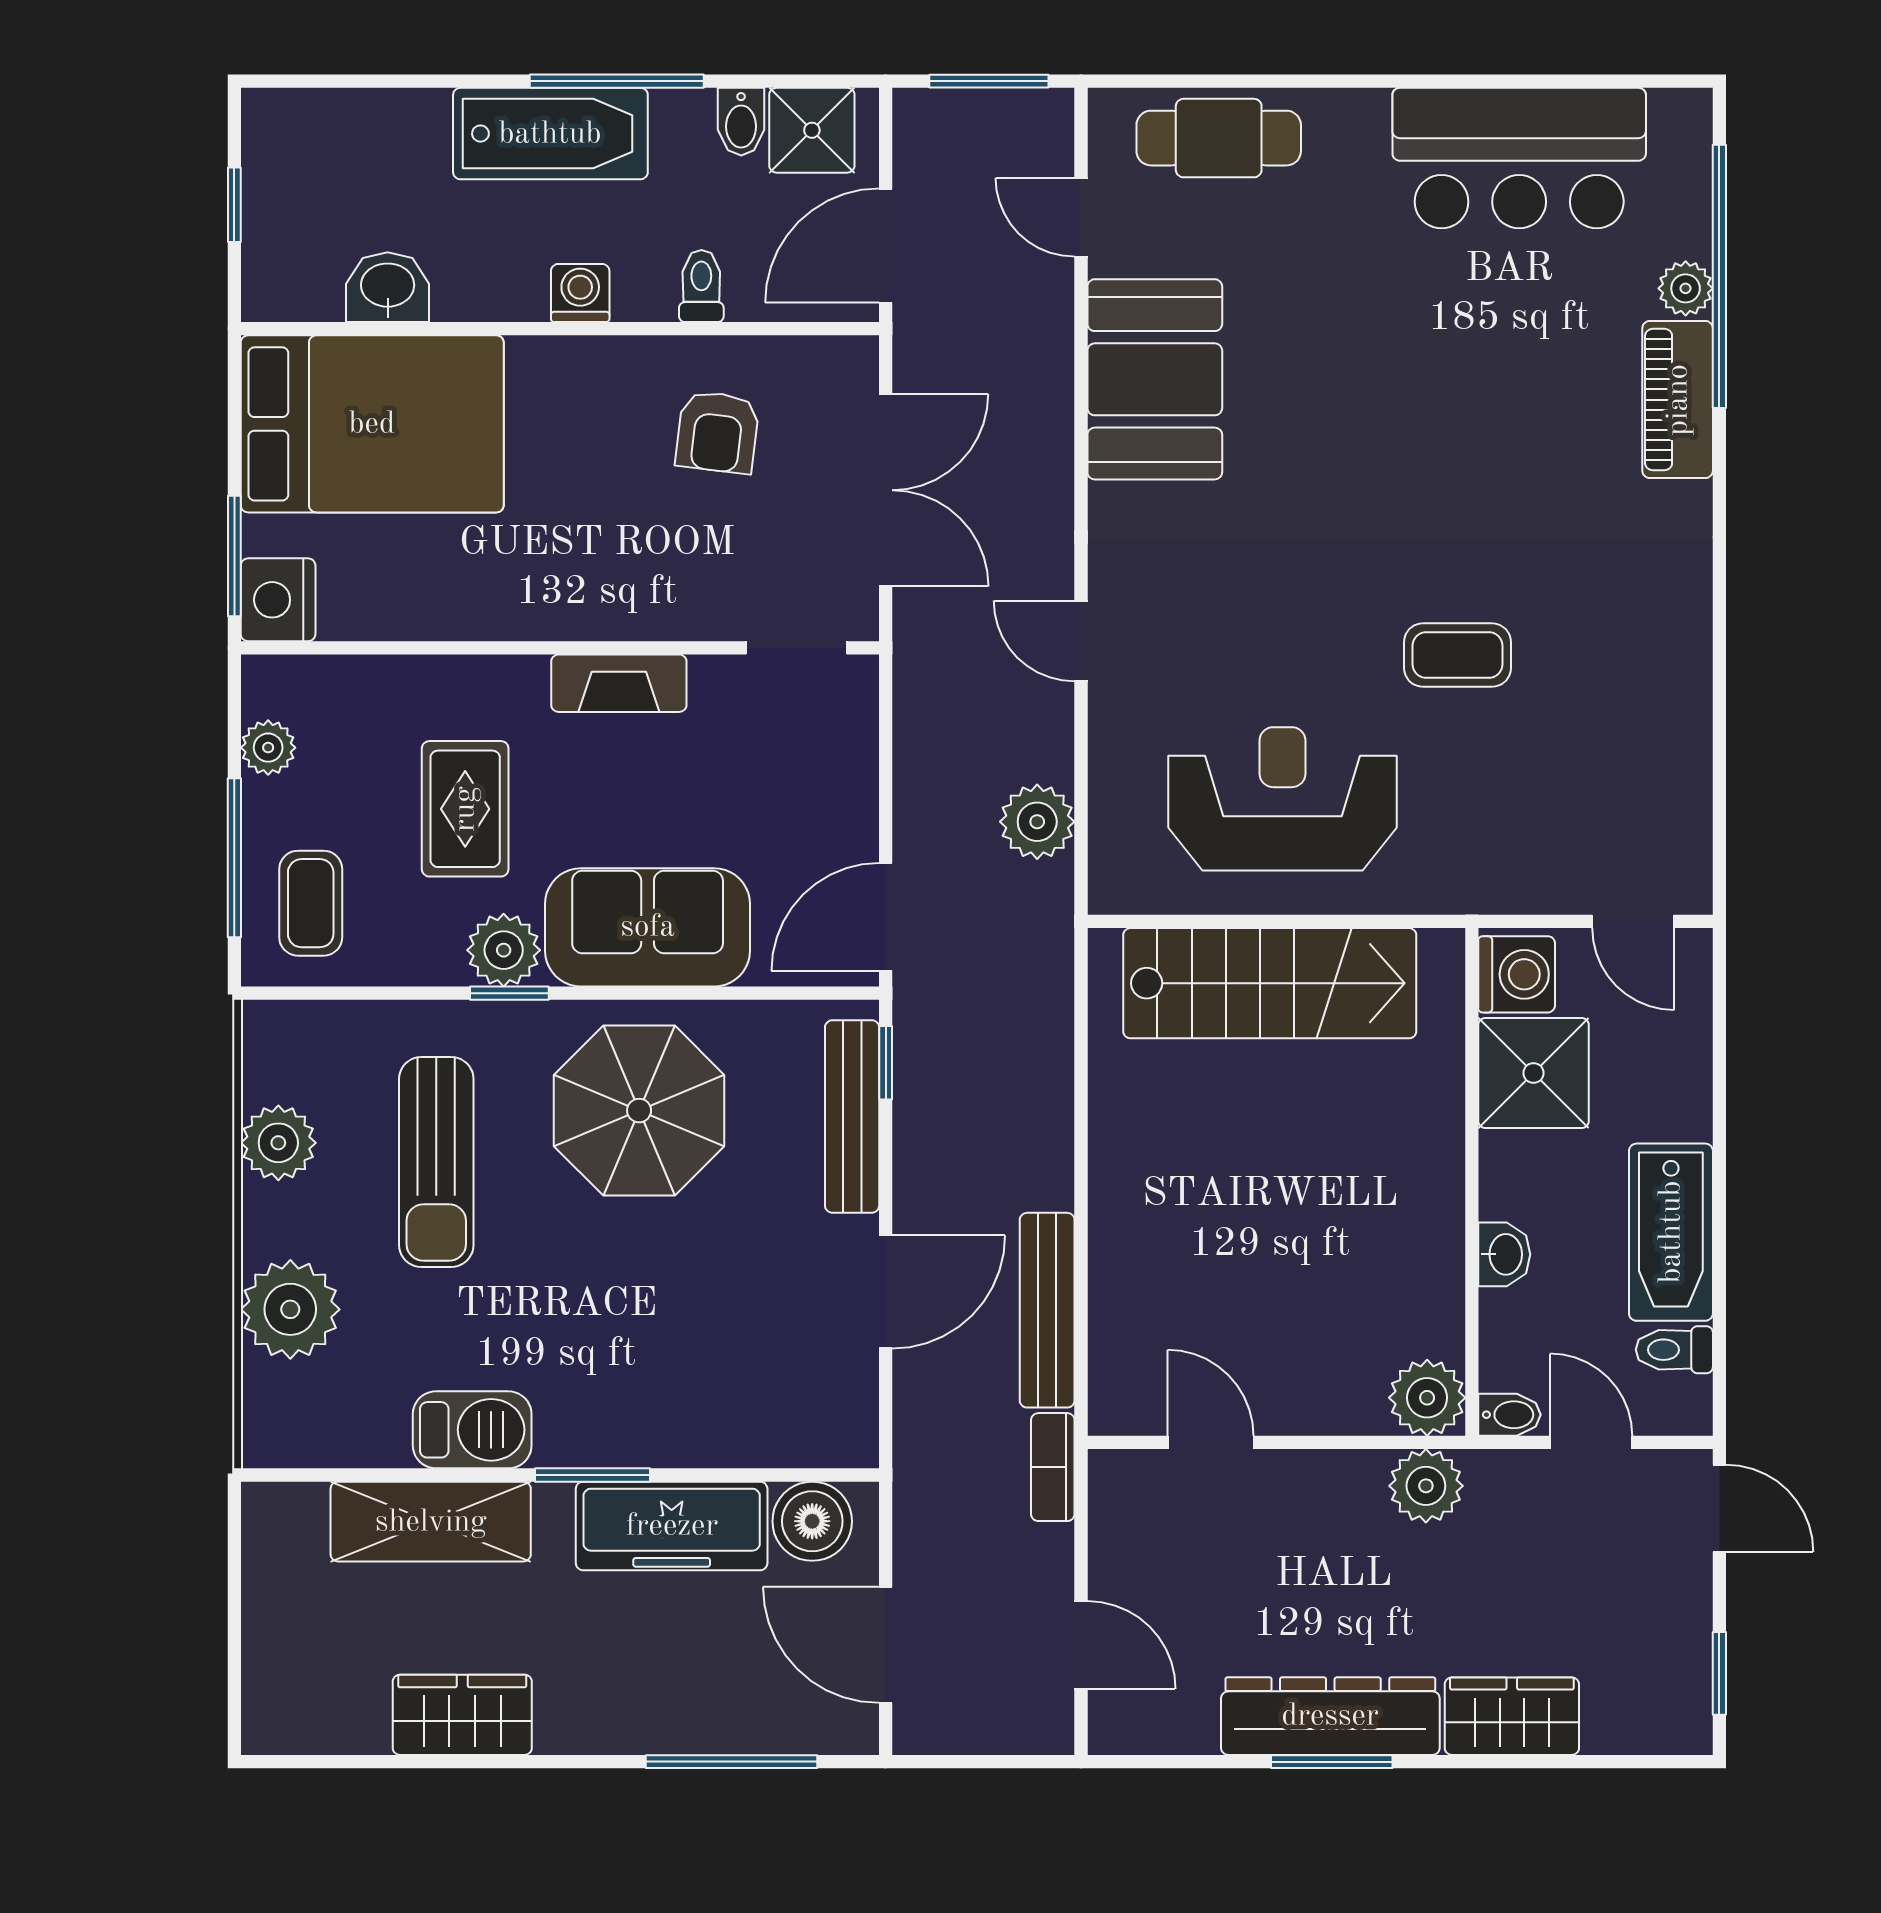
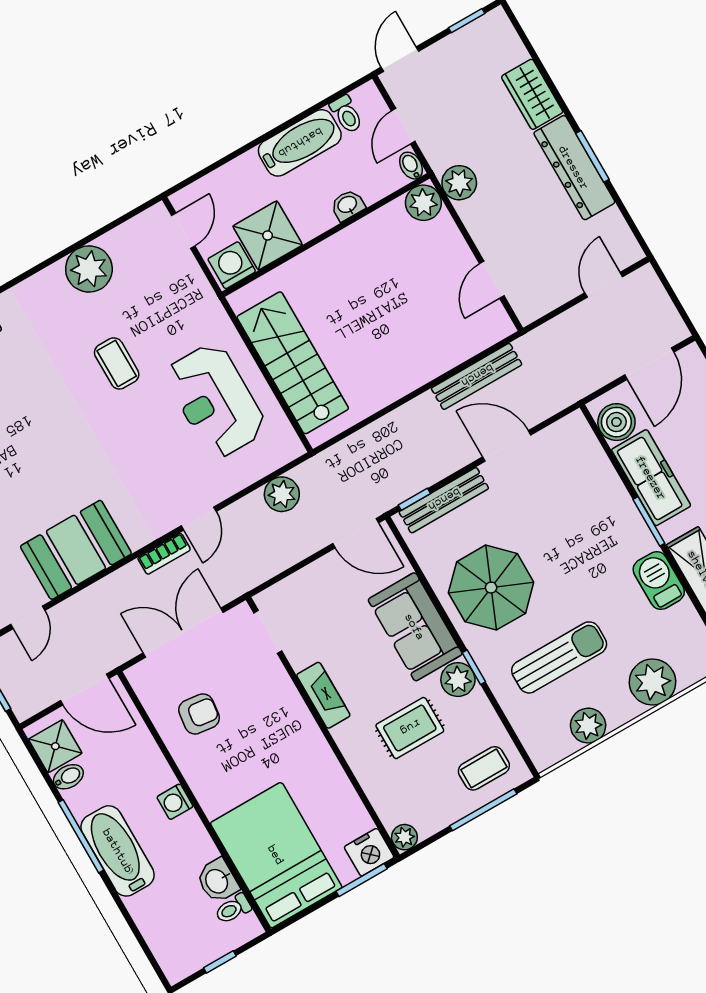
toilet: (701, 286) -> (233, 909), moved
plant: (1663, 705) -> (89, 269), added
plant: (268, 748) -> (404, 837), moved
bookcase: (1053, 1467) -> (164, 554), moved

